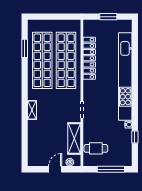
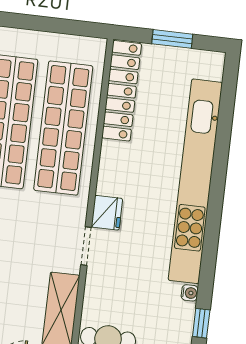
locker: (89, 58) -> (122, 91), moved
fridge: (89, 94) -> (107, 213), added

